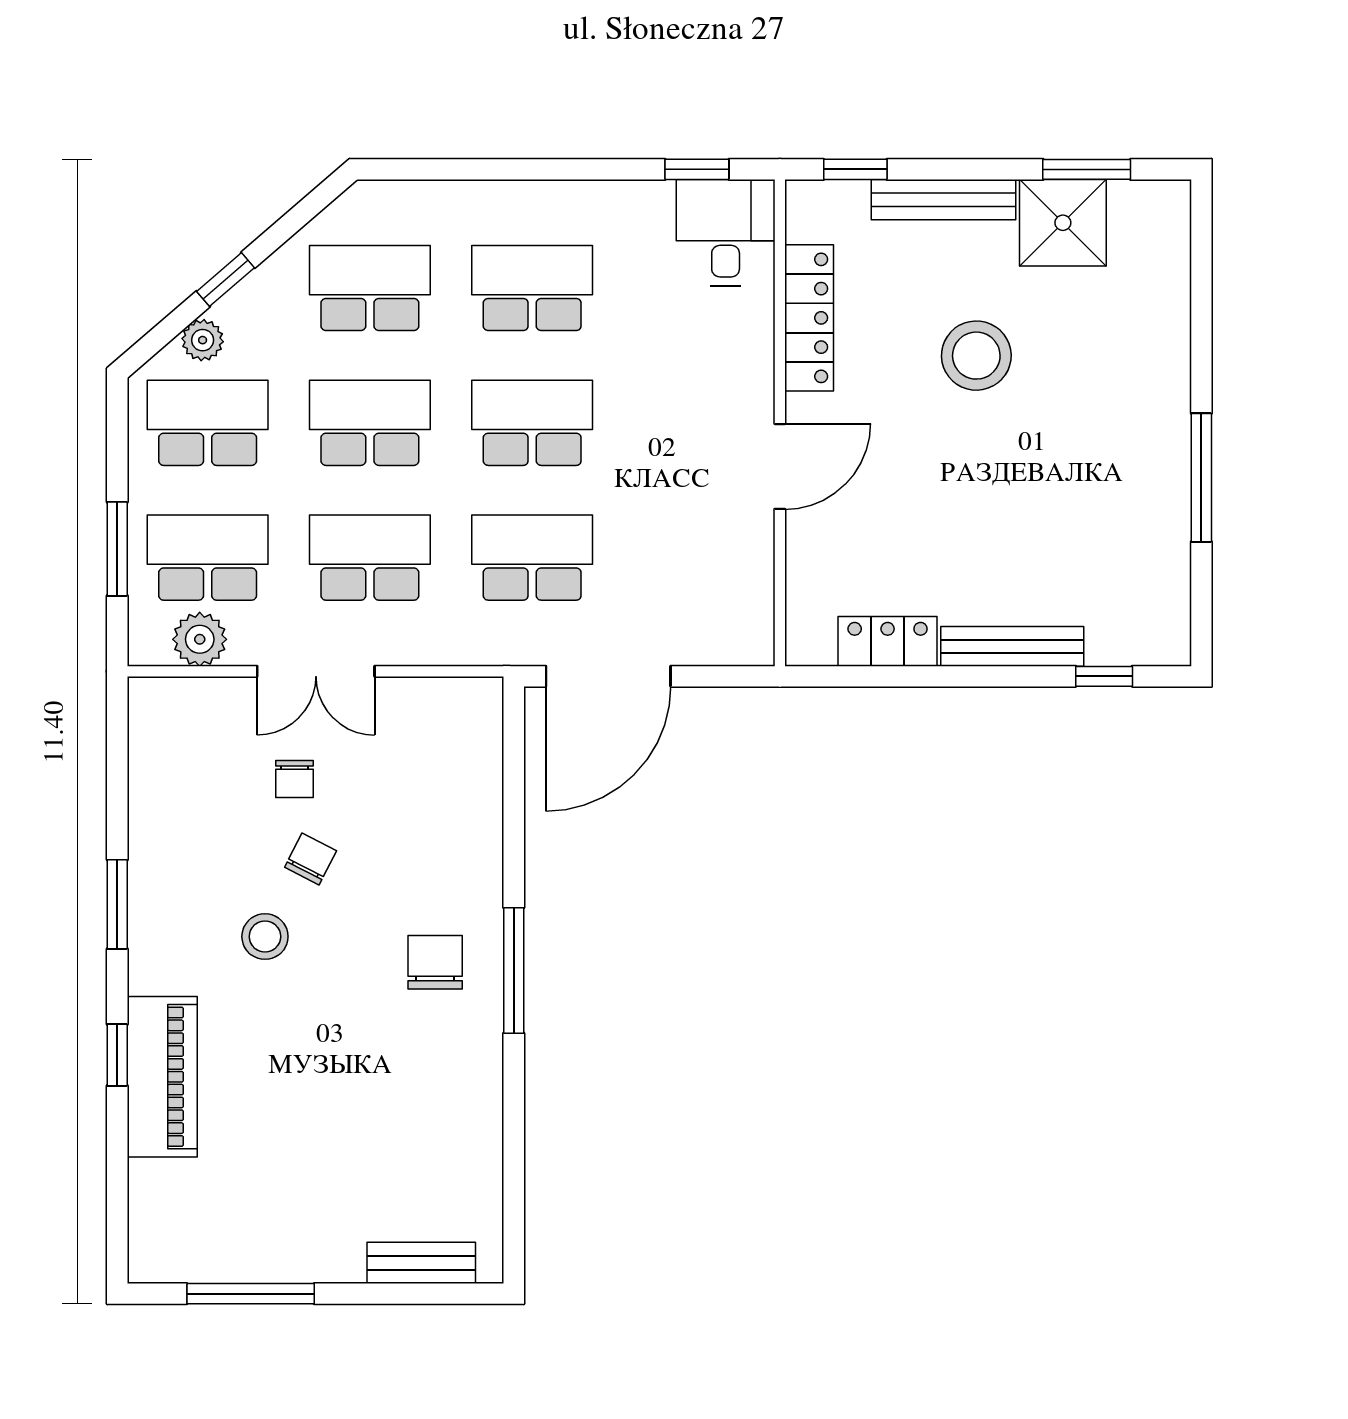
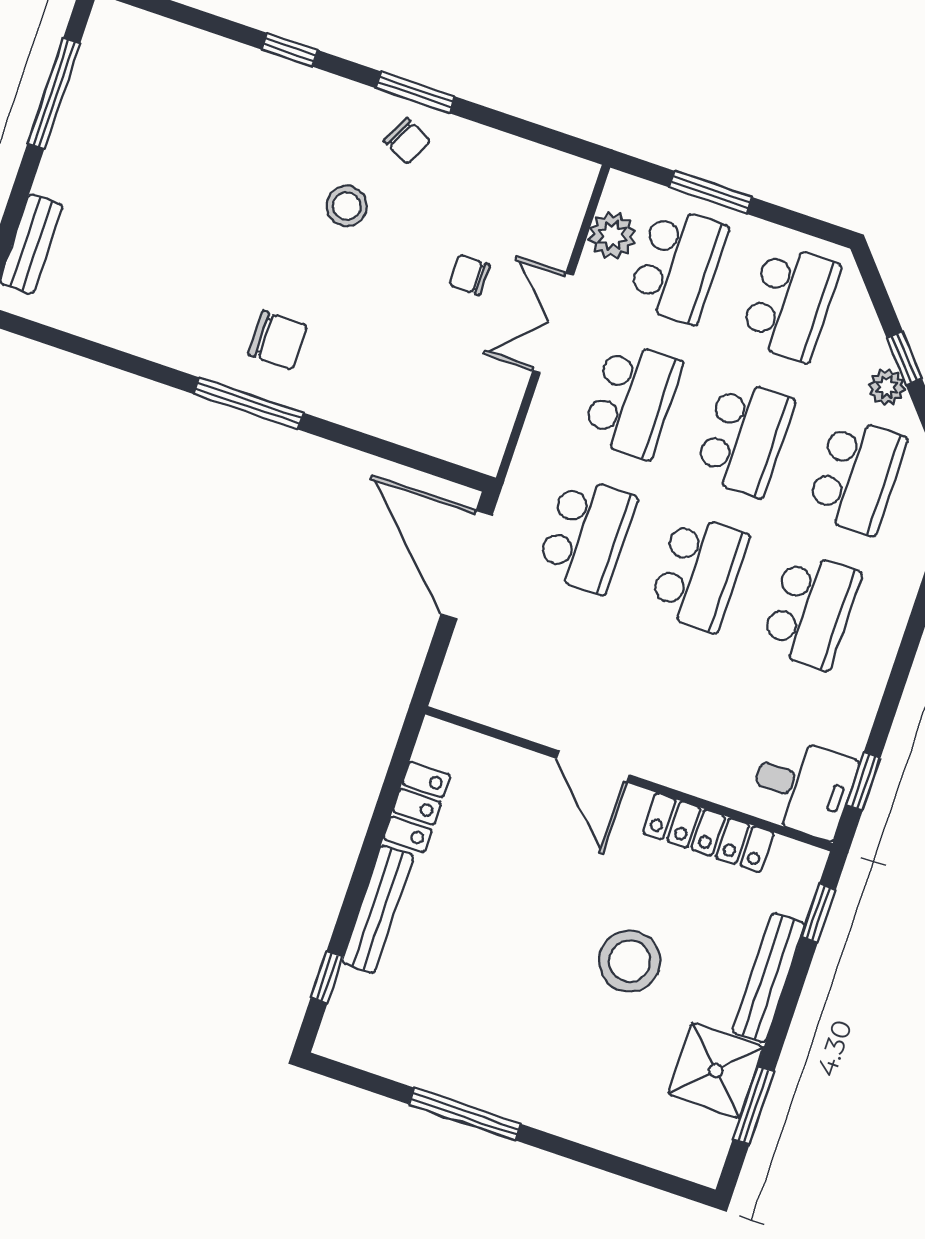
plant: (203, 340) -> (887, 387), moved
chair: (311, 859) -> (407, 141), moved
piano: (162, 1077) -> (259, 81), removed

